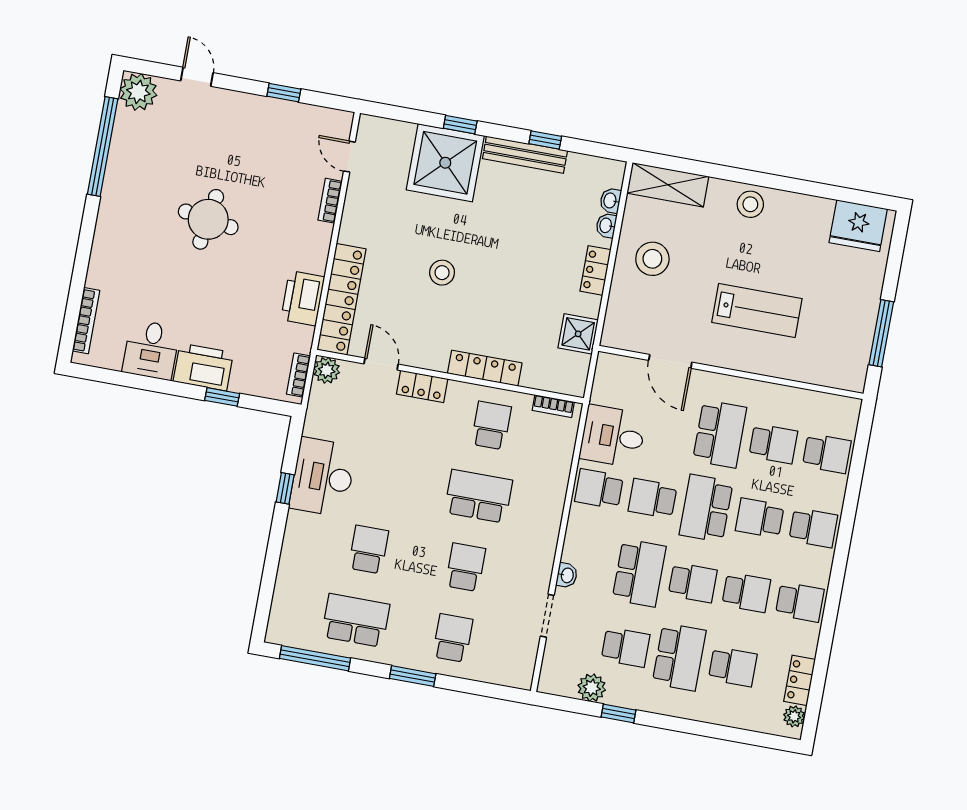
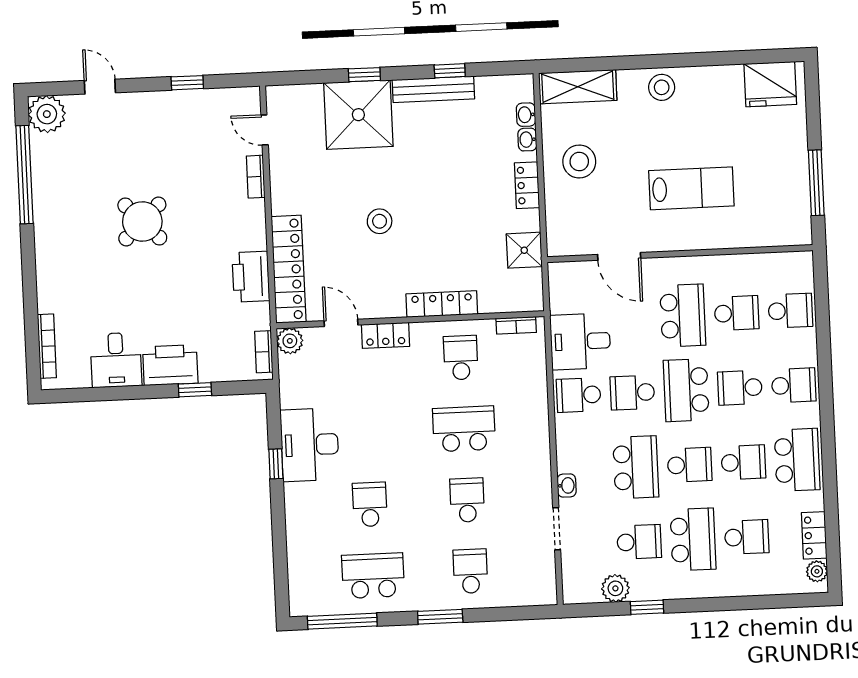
round table: (208, 219) -> (142, 222), turned 37
school desk: (800, 602) -> (797, 460), width x1.85

